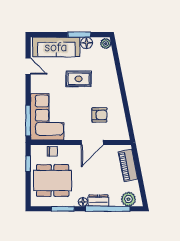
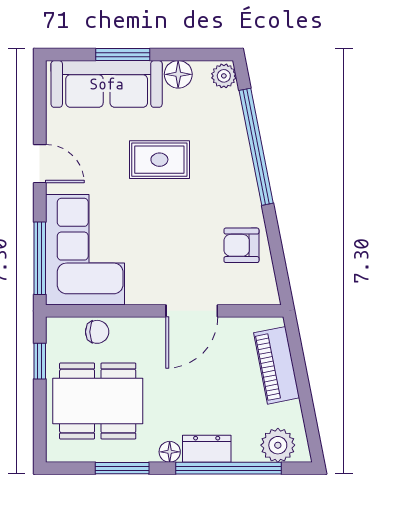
window: (79, 35) -> (123, 55), moved
door: (28, 66) -> (40, 164), moved
window: (119, 73) -> (256, 147), added
armchair: (99, 115) -> (241, 245), moved, turned 180

